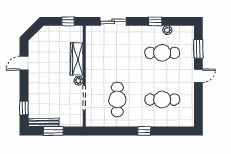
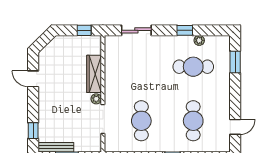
door: (24, 63) -> (33, 79), hinge flipped
door: (198, 76) -> (235, 127), moved
cafe table: (162, 100) -> (193, 121), turned 90

